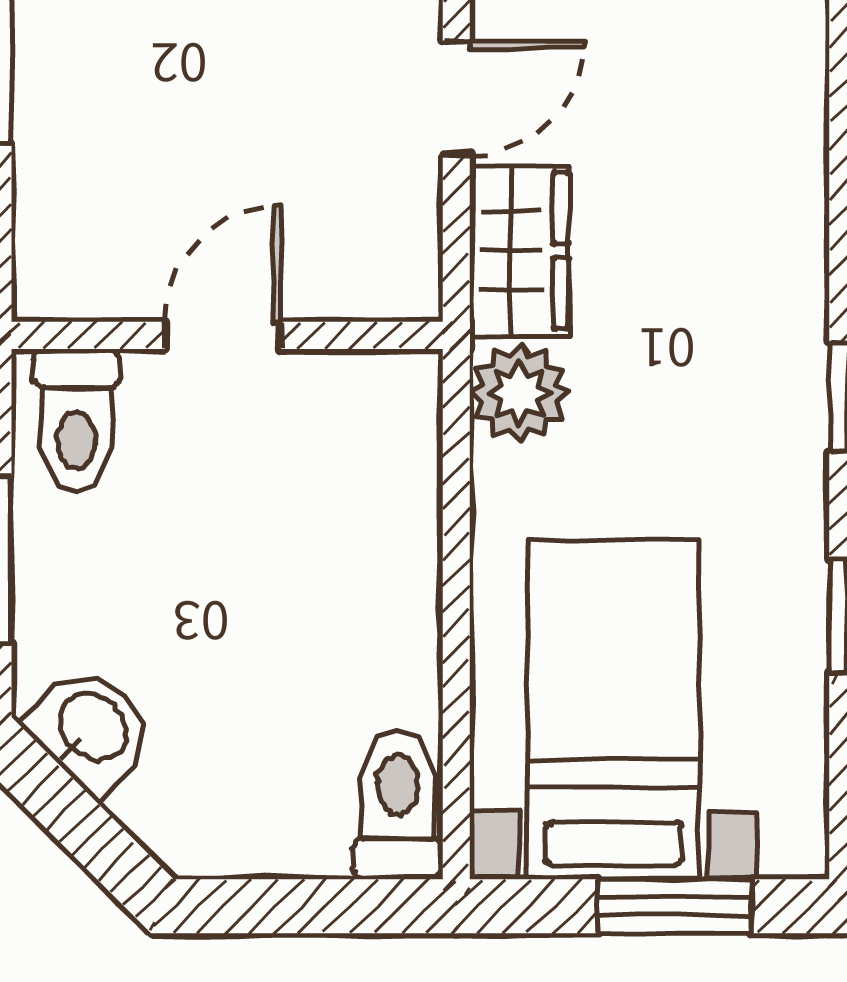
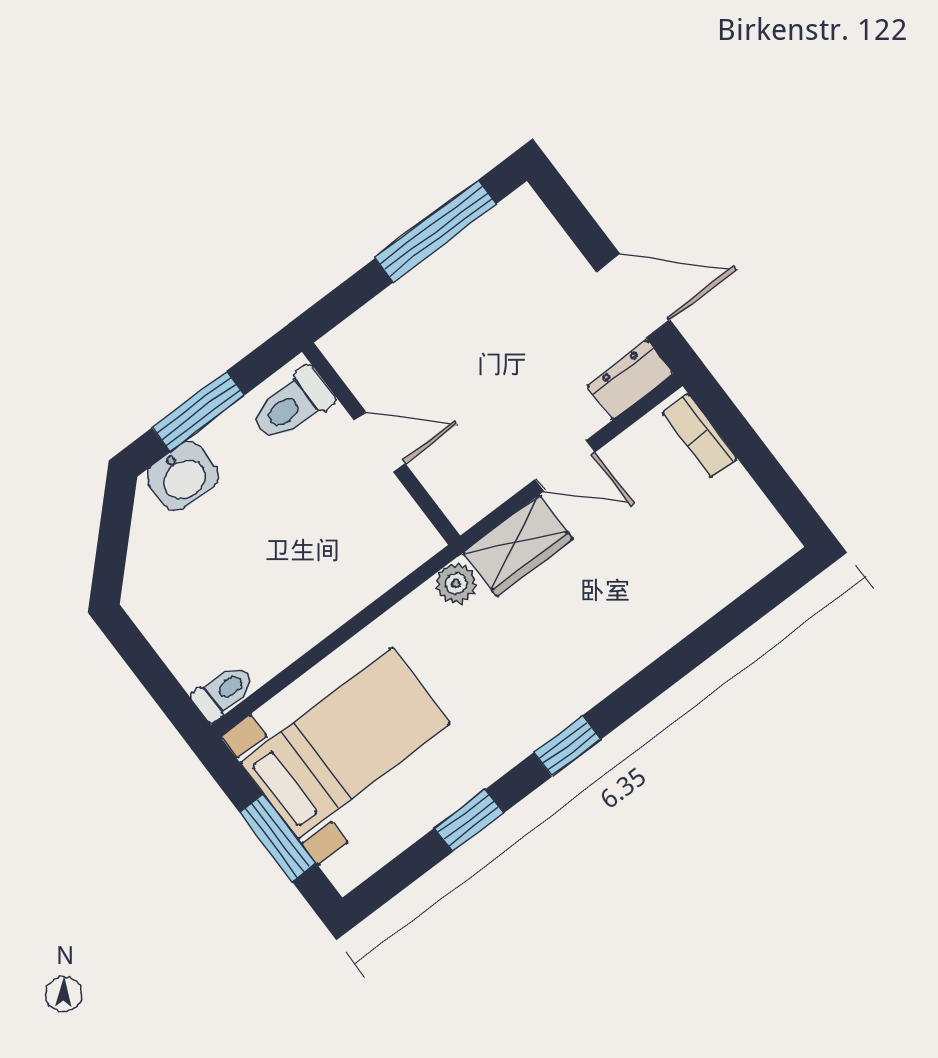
plant: (519, 393) -> (456, 583), width x0.73, depth x0.73
washbasin: (91, 729) -> (182, 476), moved, turned 45
toilet: (398, 805) -> (224, 692), width x0.73, depth x0.72

